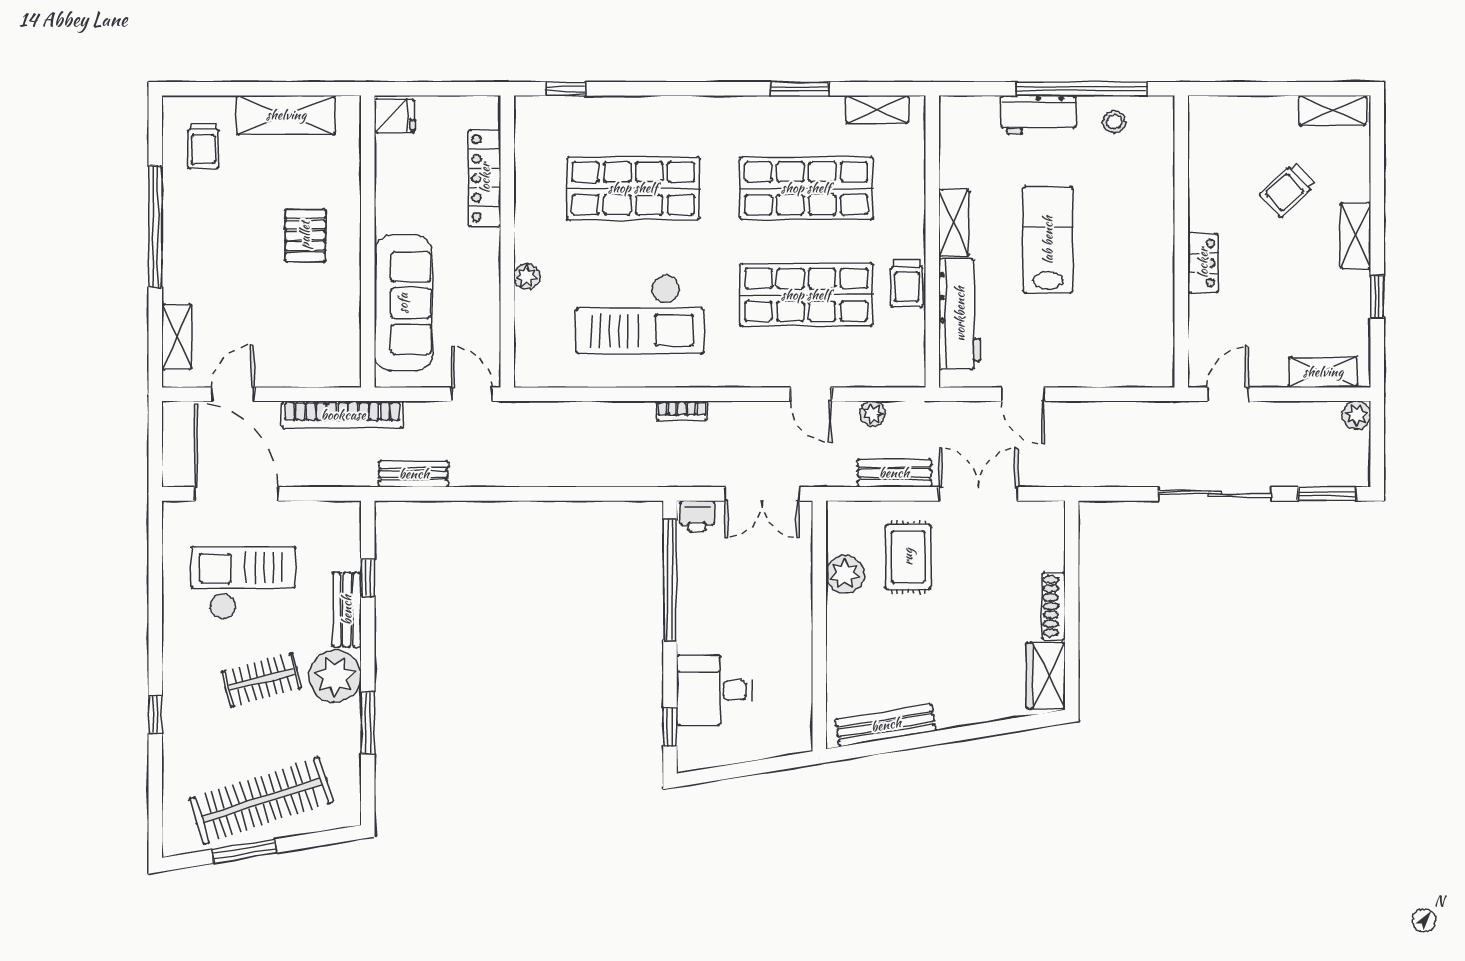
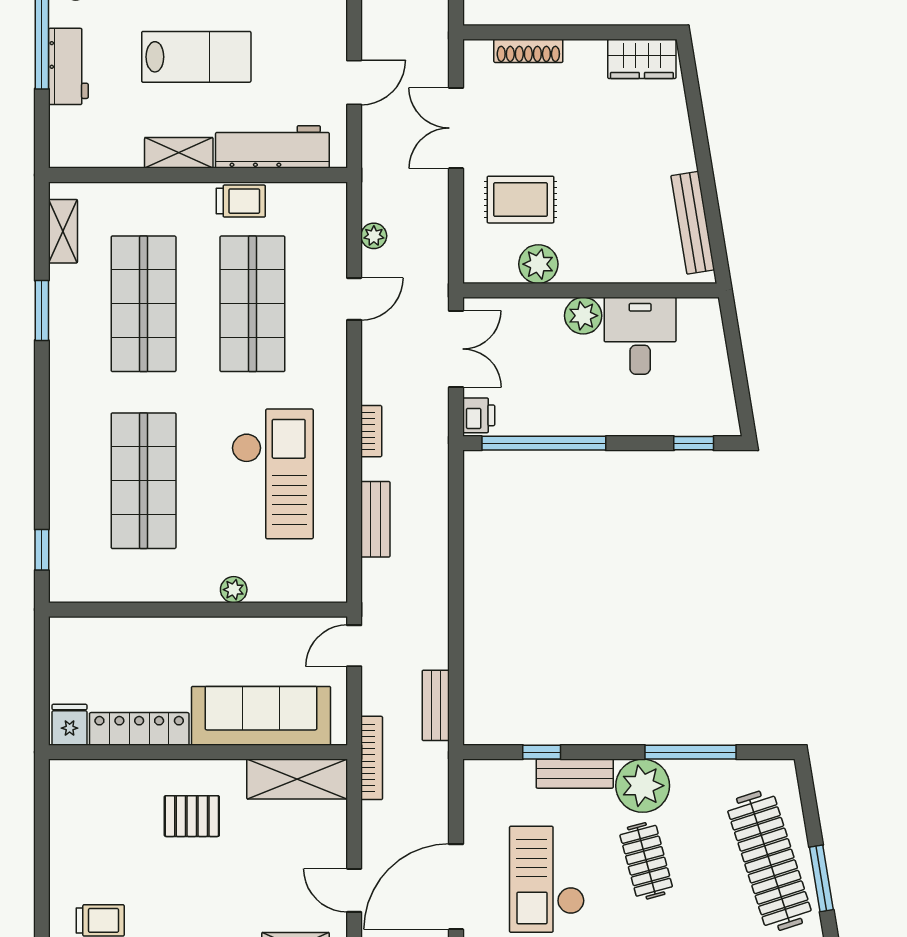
shelving: (286, 115) -> (297, 779), moved, turned 90
locker: (485, 178) -> (139, 729), moved, turned 180
lab bench: (1048, 240) -> (196, 57), turned 180
bookcase: (343, 415) -> (372, 758), width x0.68, depth x0.76
bench: (894, 473) -> (375, 519), moved
shoe rack: (1054, 606) -> (528, 51), moved
plant: (795, 618) -> (583, 316), added
desk: (714, 690) -> (640, 336), moved, turned 180
window: (368, 723) -> (691, 752), width x1.44

